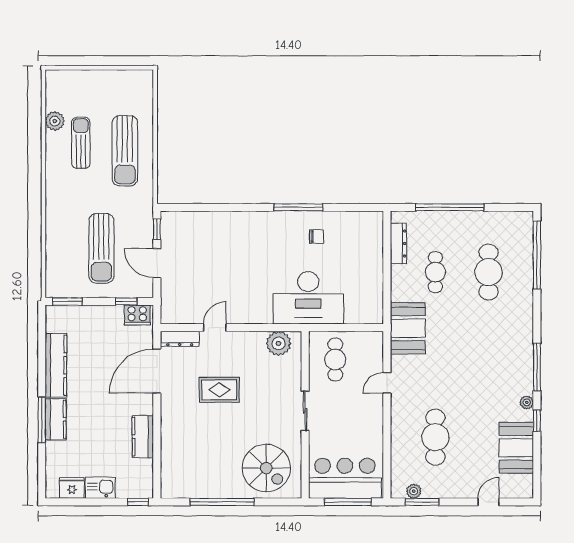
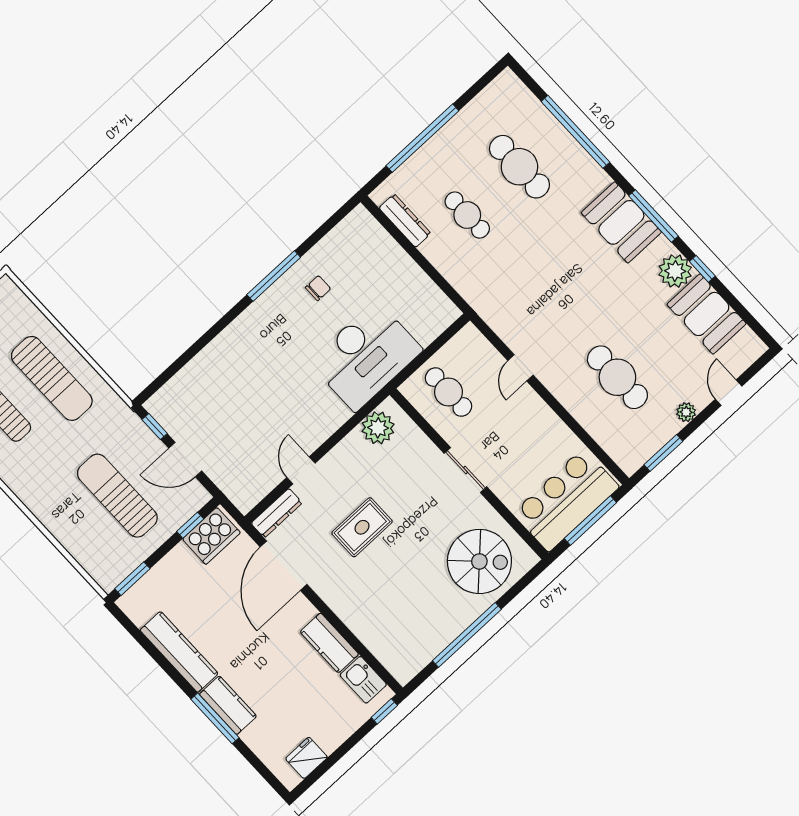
sun lounger: (101, 248) -> (117, 496), turned 180
window: (537, 255) -> (575, 132), moved
cooker: (137, 315) -> (211, 536), width x1.37, depth x1.31
booth: (408, 328) -> (621, 222), moved
plant: (527, 402) -> (675, 271), width x1.88, depth x1.88
kitchen sink: (100, 488) -> (363, 680), moved, turned -90
plant: (414, 491) -> (686, 412), moved

